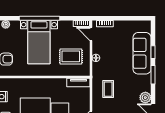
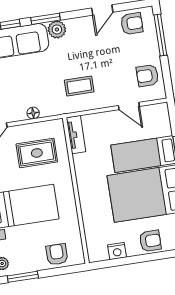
rug: (71, 56) -> (37, 153), turned 90
plant: (145, 98) -> (57, 29), moved

